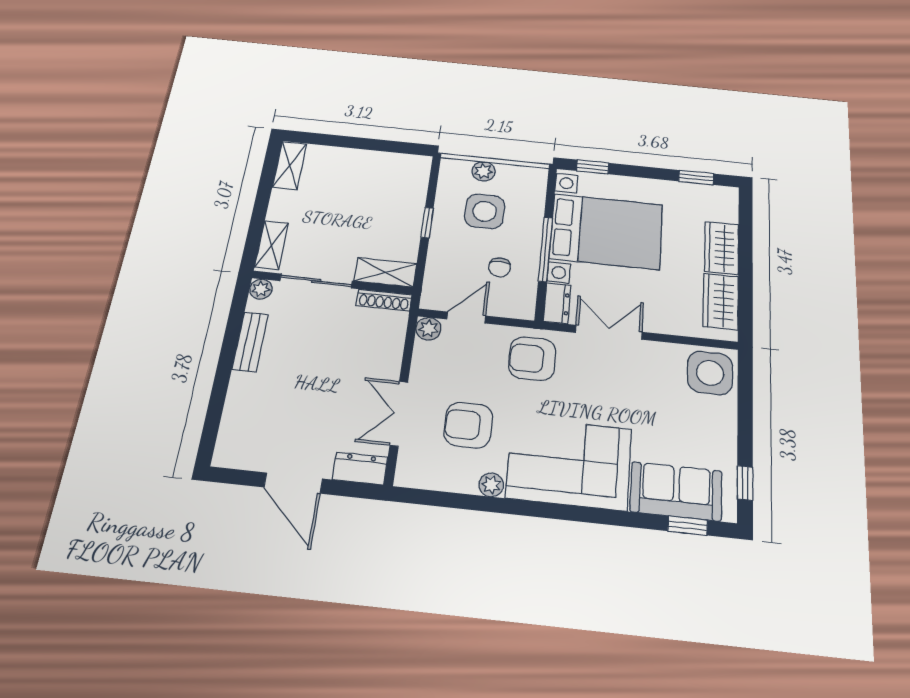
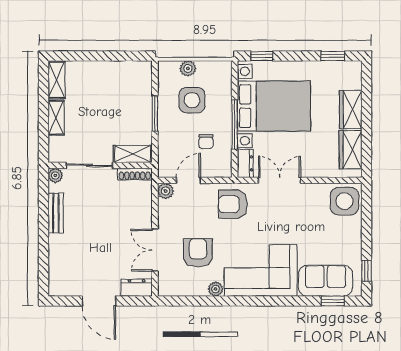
window: (427, 223) -> (155, 113), width x1.50
shelving: (272, 245) -> (56, 118), moved
armchair: (468, 425) -> (198, 253), turned 90

